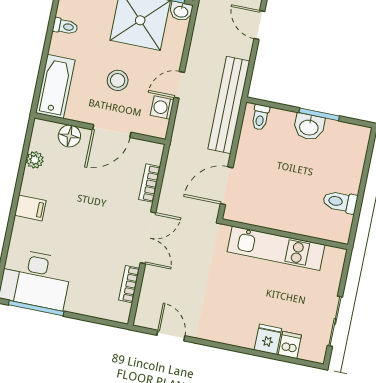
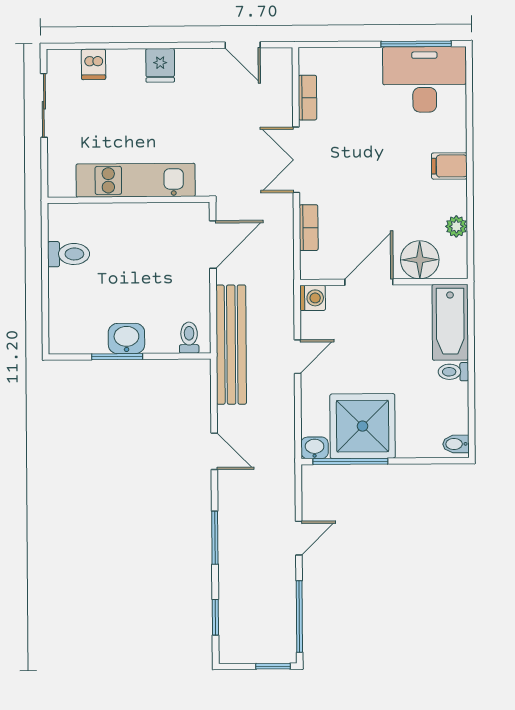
toilet: (65, 26) -> (453, 372), moved
stool: (118, 80) -> (375, 346), removed
washing machine: (162, 107) -> (313, 298), moved
floor lamp: (69, 136) -> (420, 260), width x1.38, depth x1.38
fridge: (268, 339) -> (160, 65), moved

